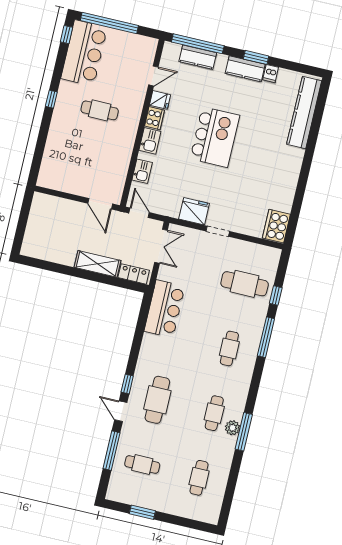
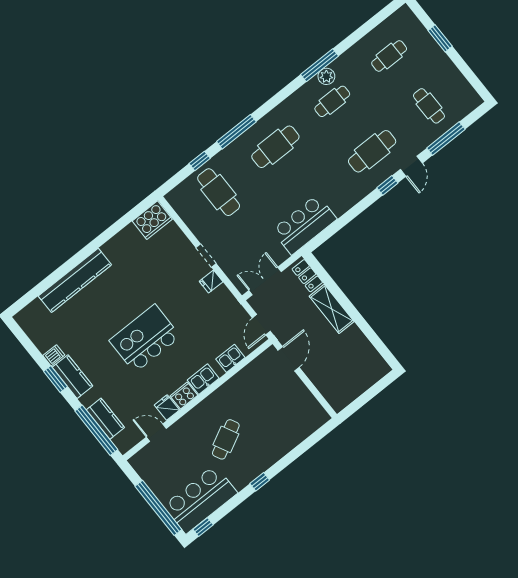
cafe table: (100, 110) -> (226, 439), turned 63
kitchen counter: (304, 113) -> (75, 280), moved
fridge: (194, 211) -> (211, 281), width x0.53, depth x0.75
cafe table: (229, 348) -> (275, 147), width x1.37, depth x1.35
window: (142, 512) -> (440, 38), moved

